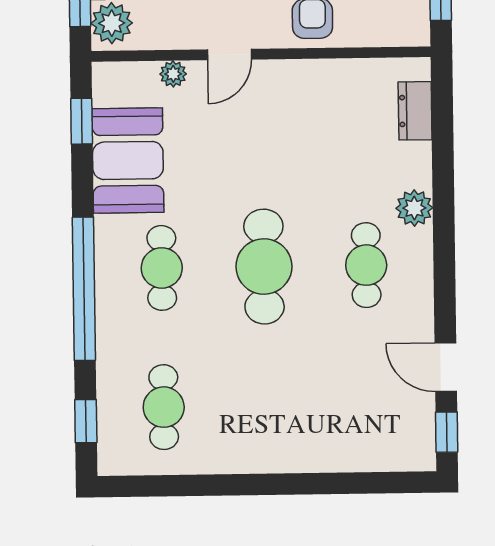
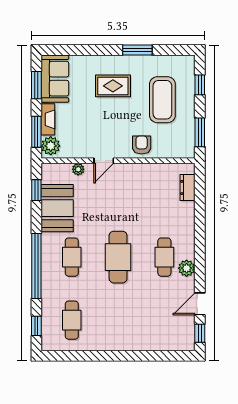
plant: (414, 208) -> (187, 268), moved
door: (446, 367) -> (200, 304), hinge flipped

